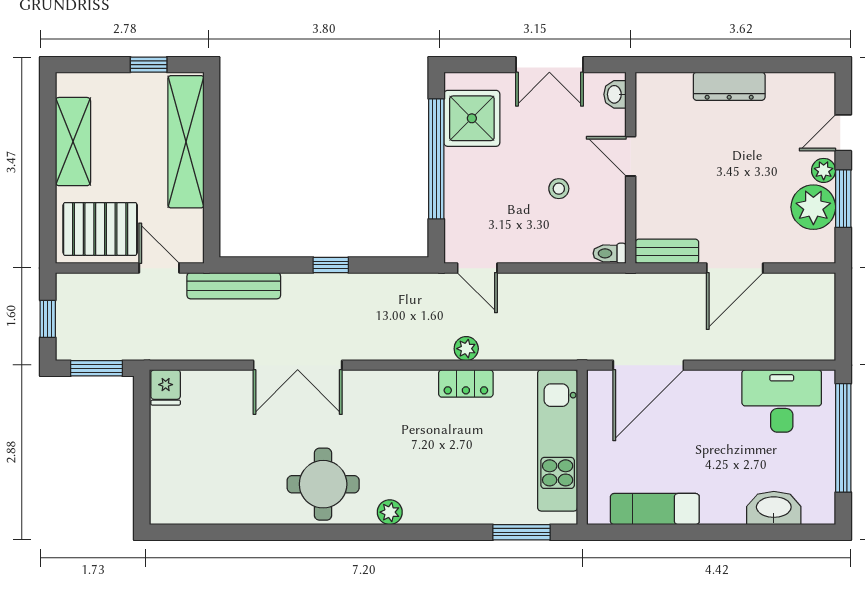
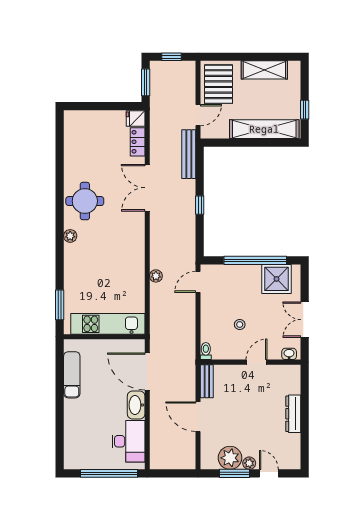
locker: (466, 383) -> (138, 142), moved
washbasin: (774, 508) -> (136, 405), moved, turned 180

